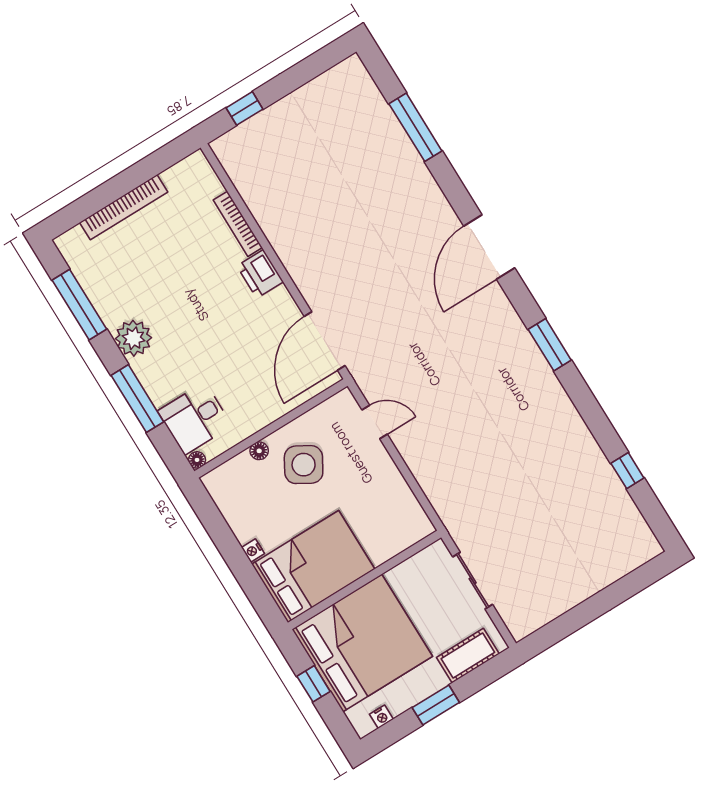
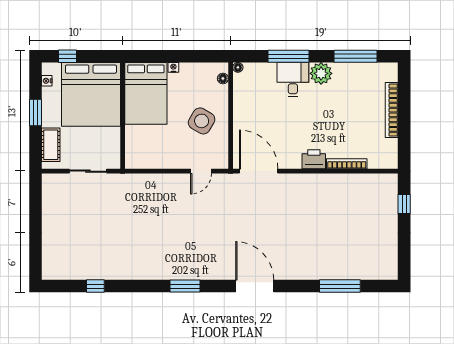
desk: (195, 418) -> (293, 80), moved
floor lamp: (259, 451) -> (223, 78), moved
window: (314, 684) -> (67, 56), moved

